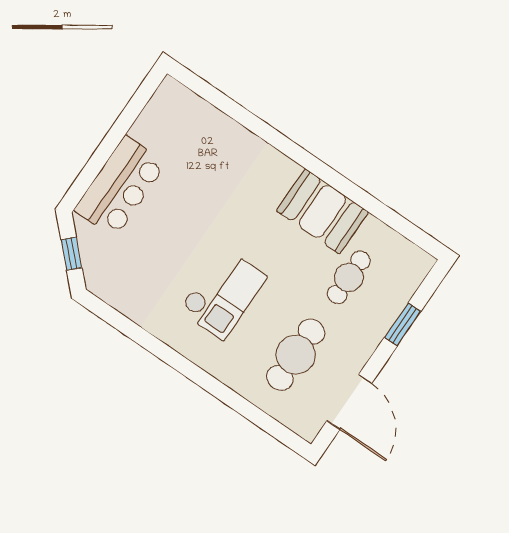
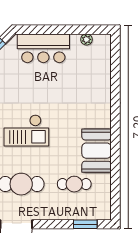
plant: (151, 115) -> (86, 39), added
window: (403, 324) -> (85, 224), moved

